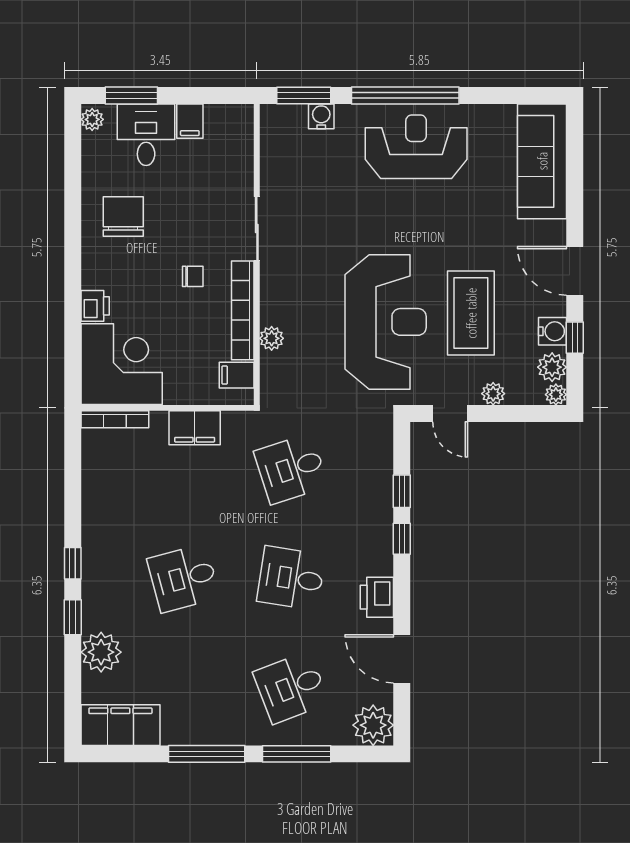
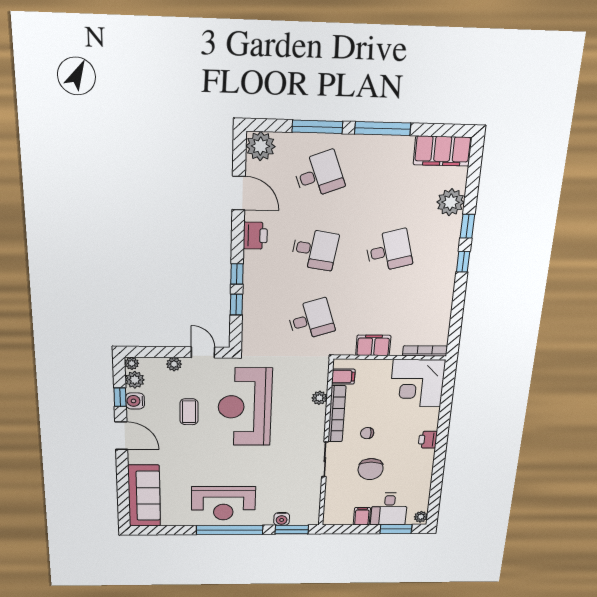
chair: (123, 216) -> (371, 469), moved
printer: (95, 306) -> (428, 440), moved
coffee table: (471, 313) -> (189, 412), width x0.54, depth x0.58

